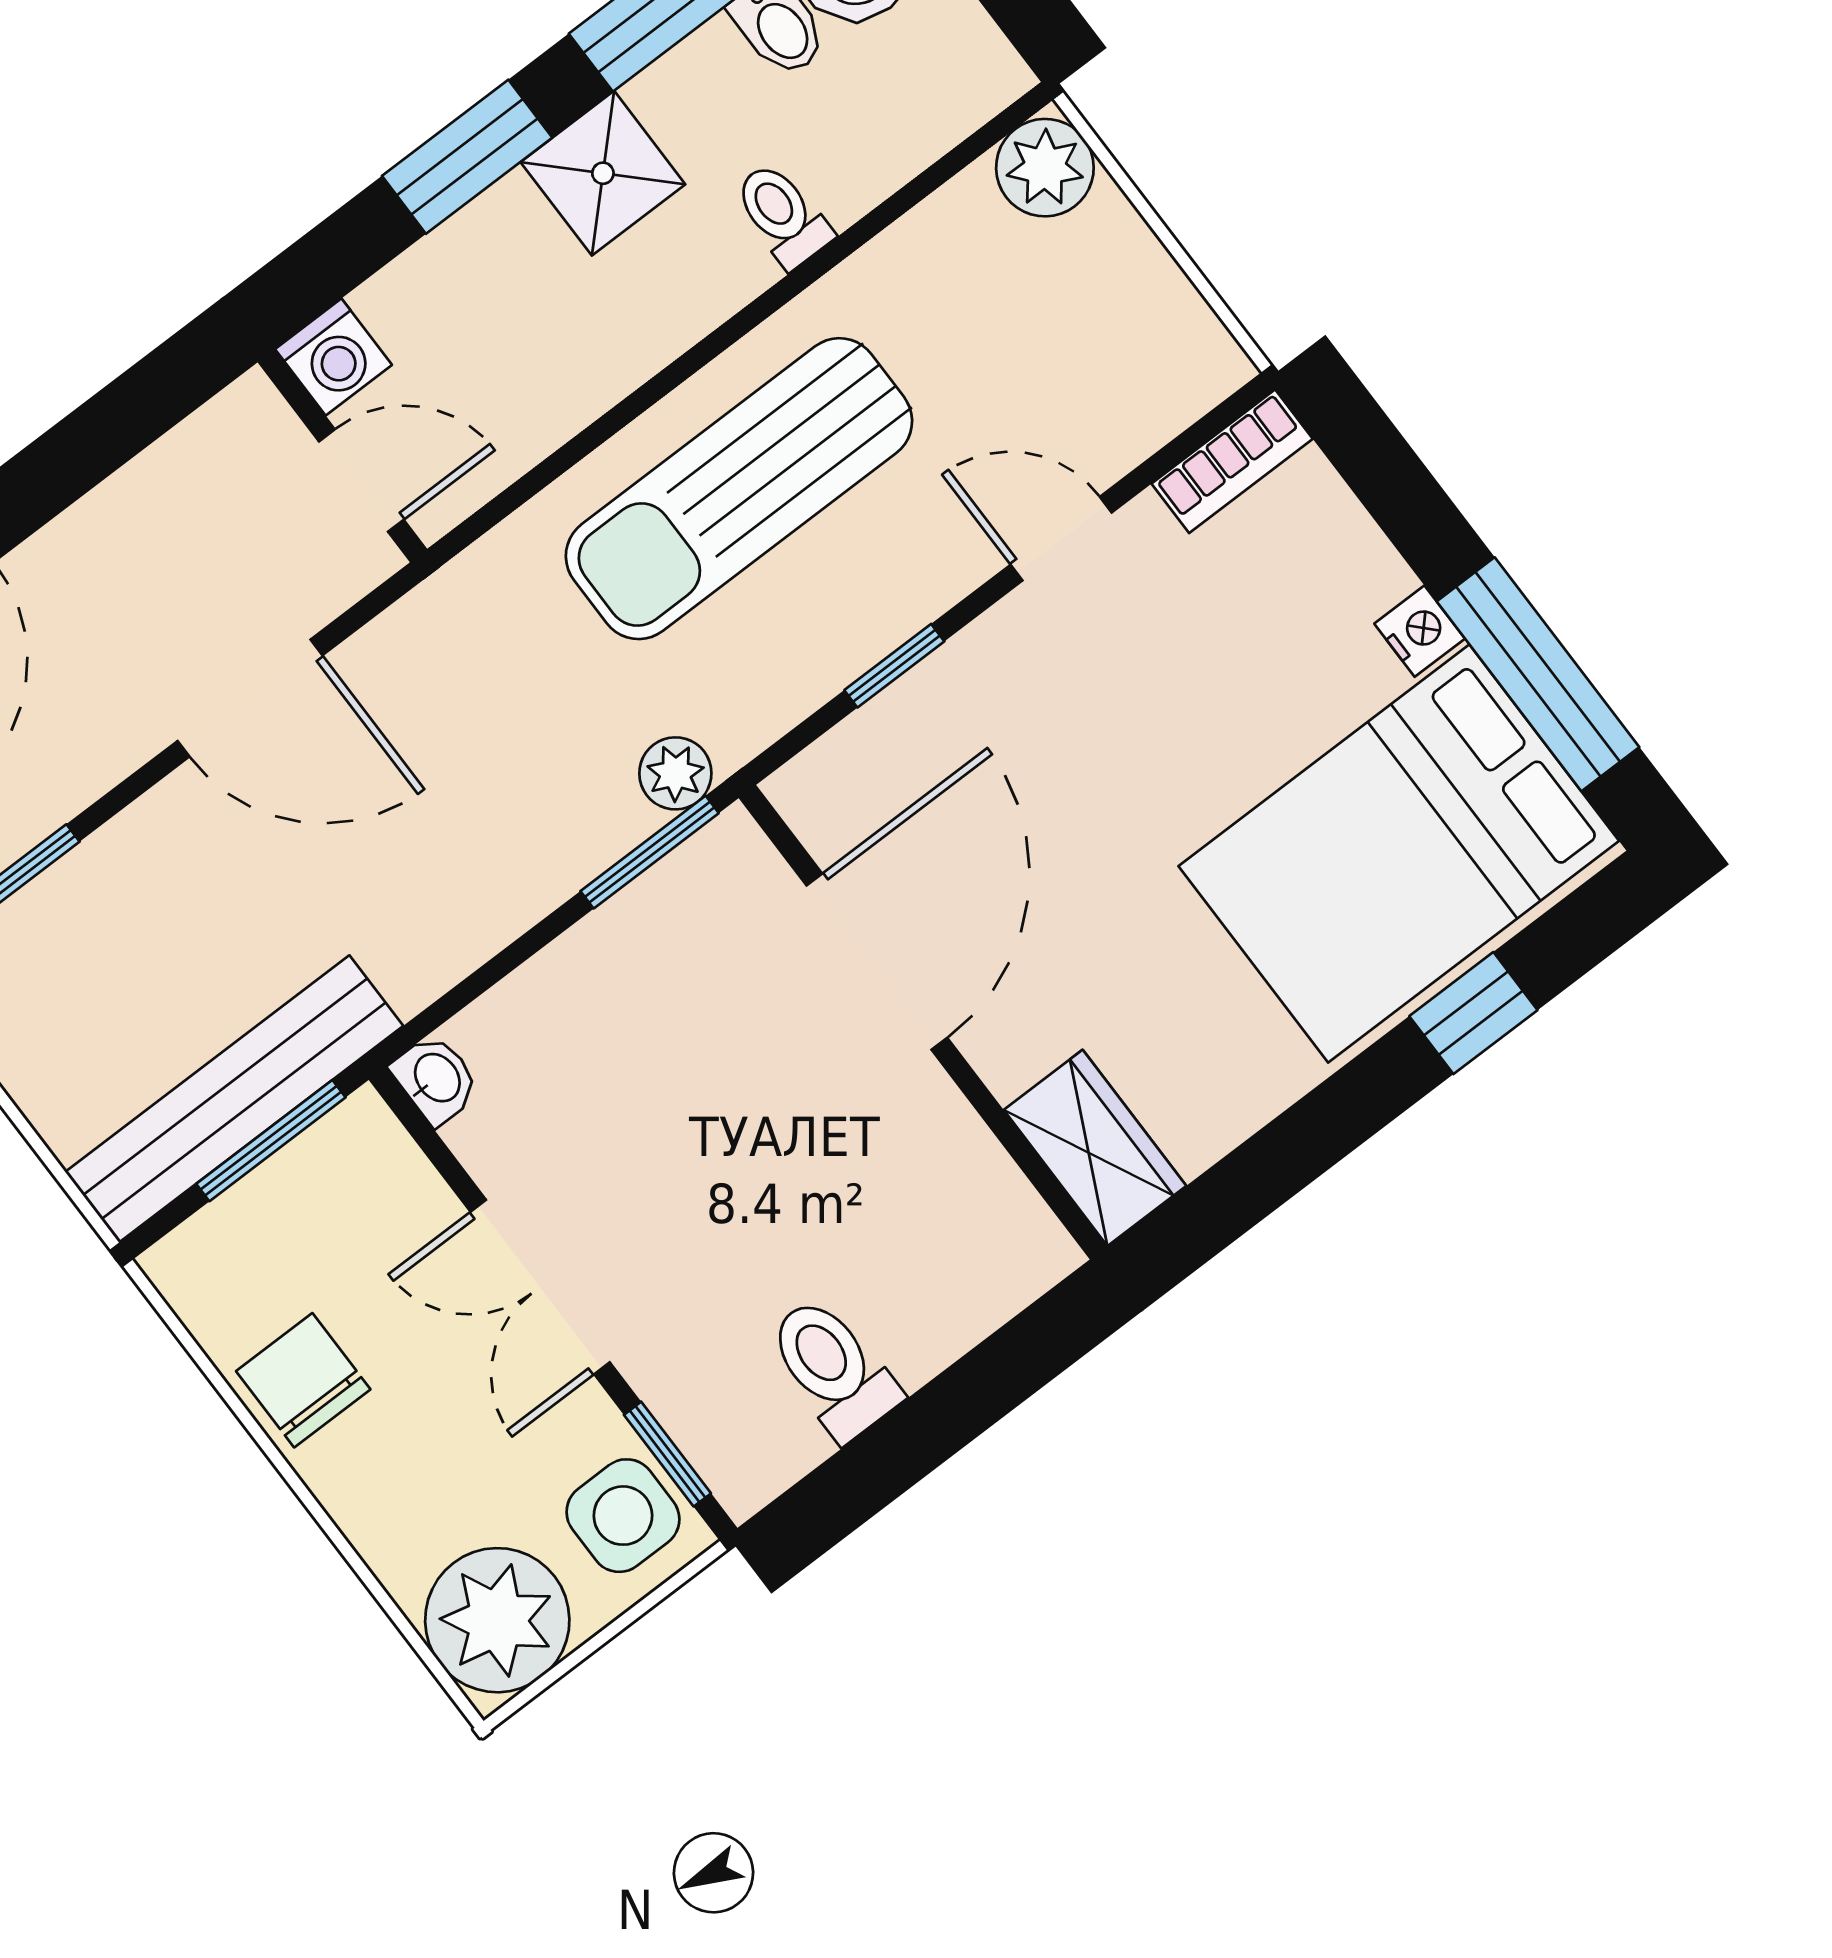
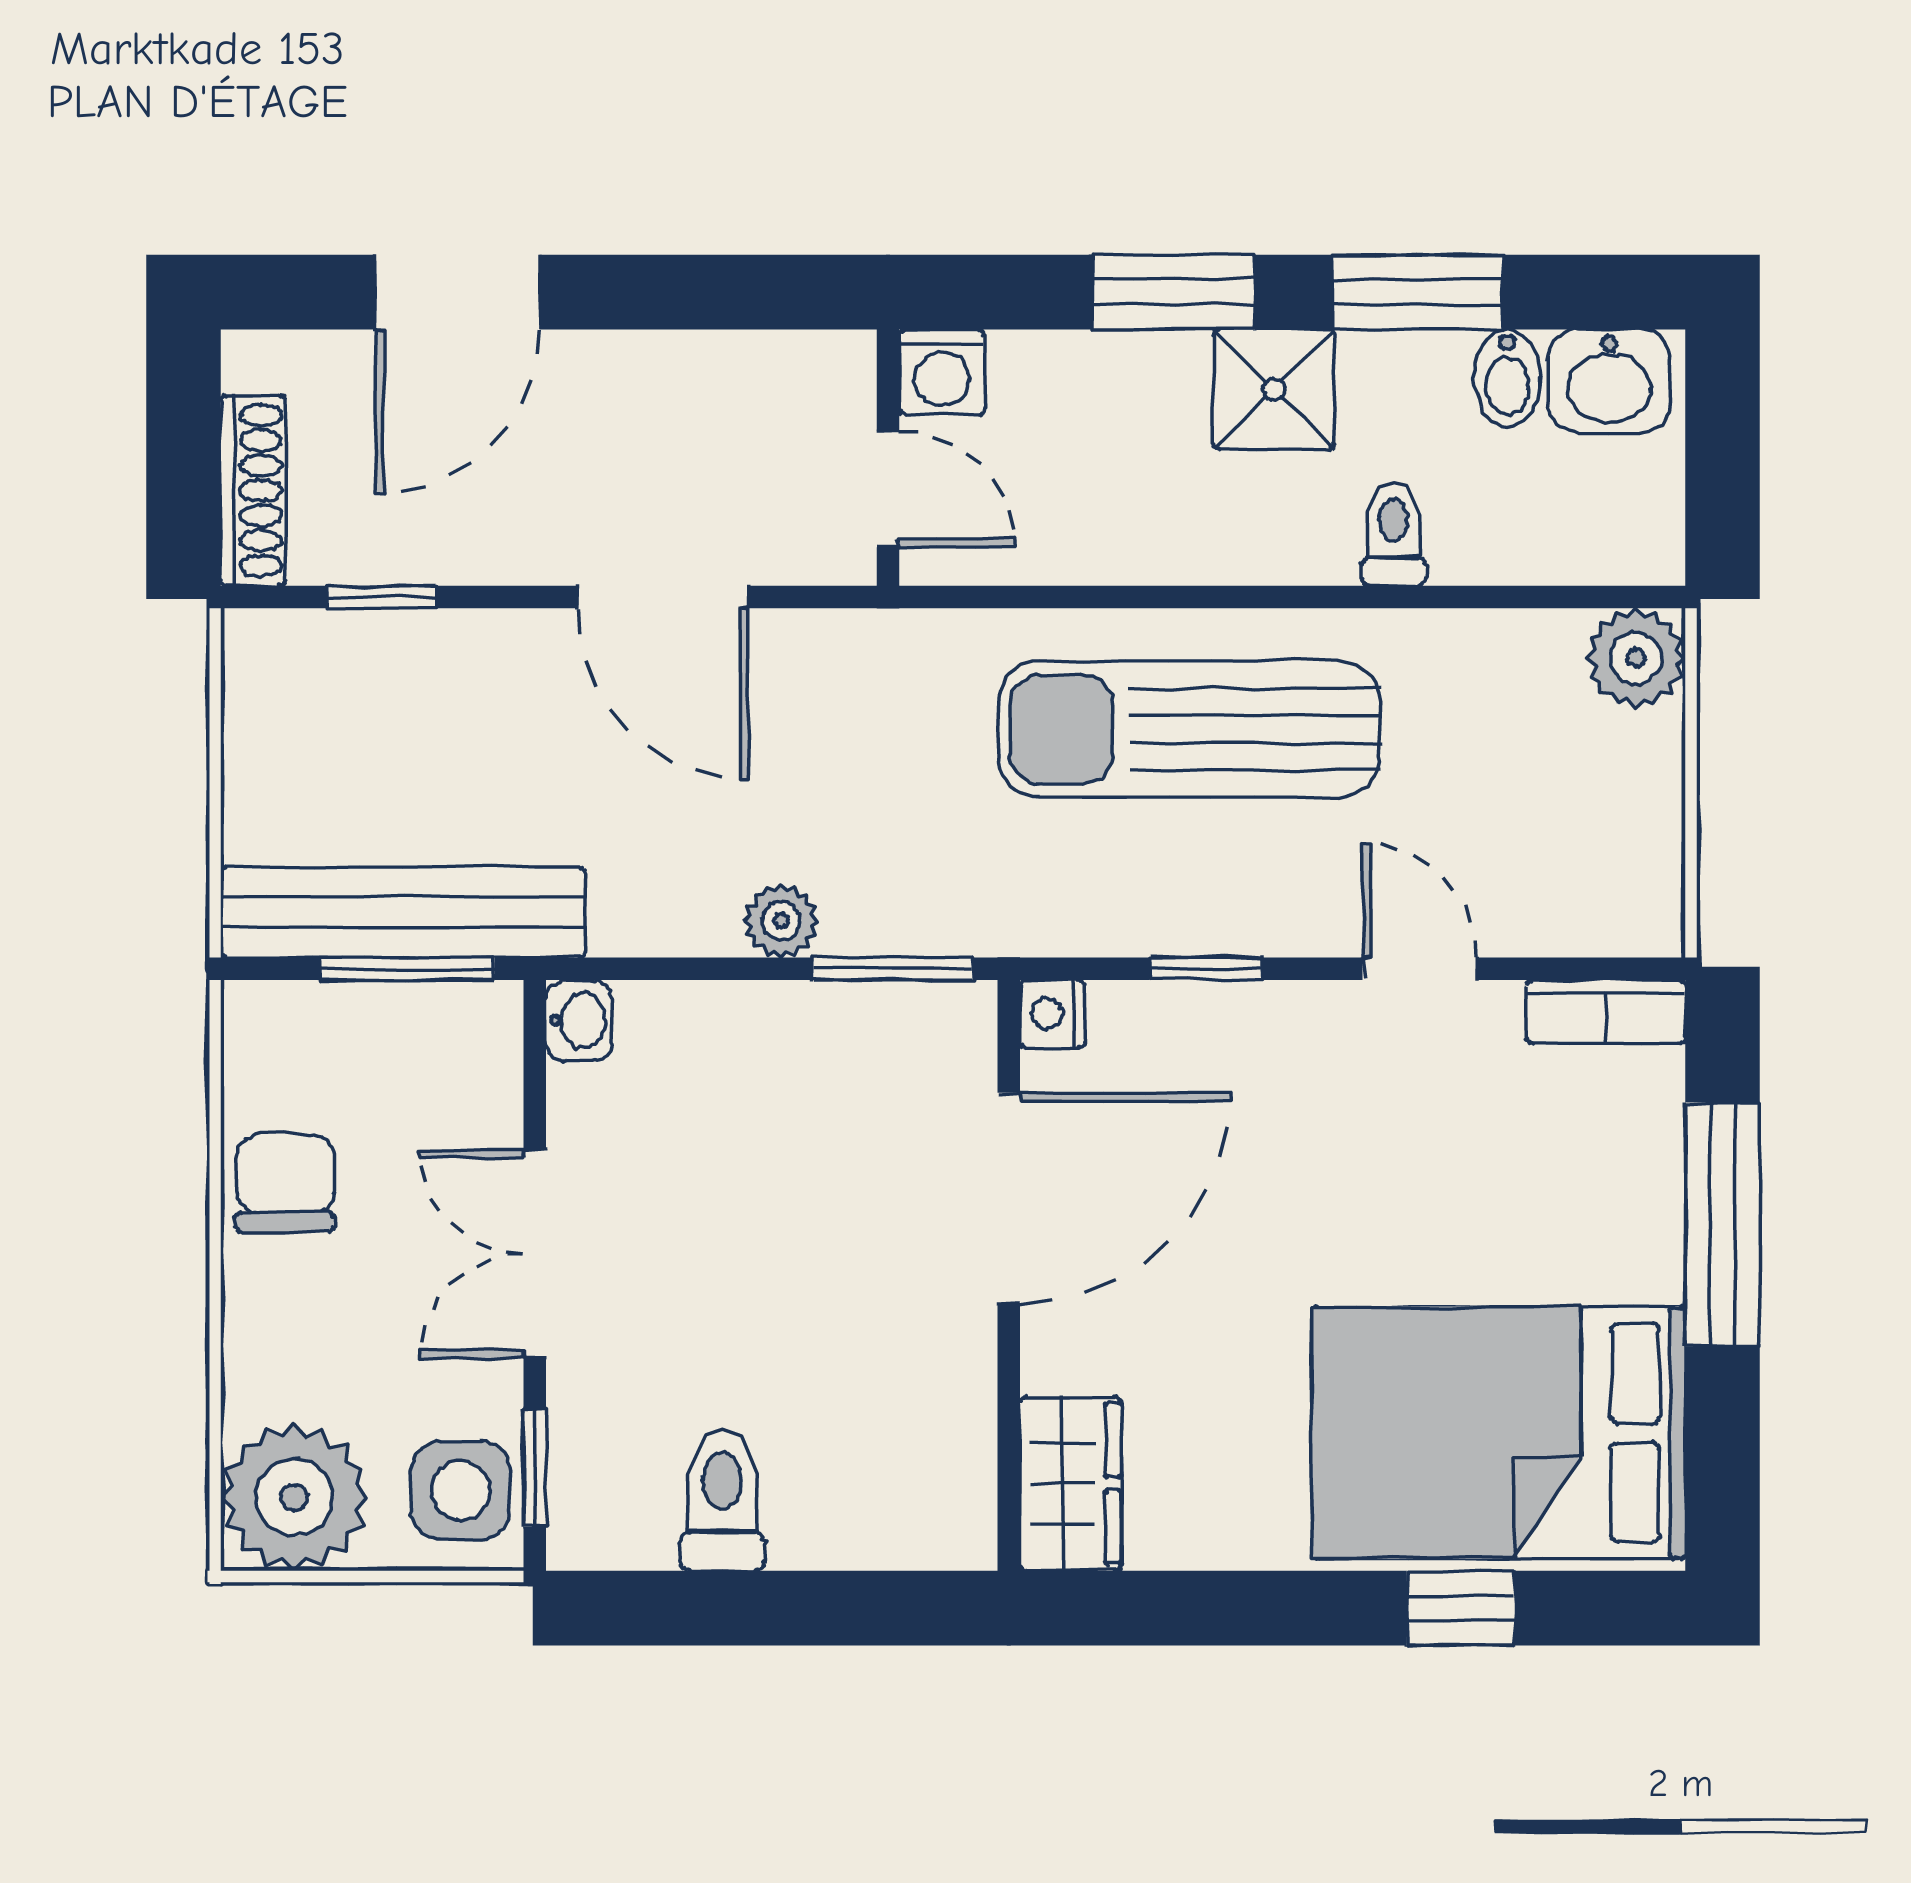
nightstand: (1420, 631) -> (1052, 1014), moved, turned 180
window: (1538, 674) -> (1723, 1224), moved
plant: (675, 773) -> (781, 921), moved

